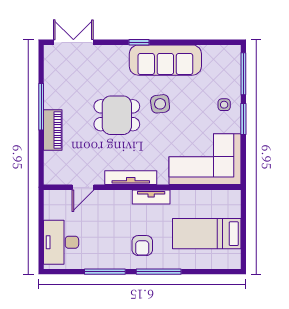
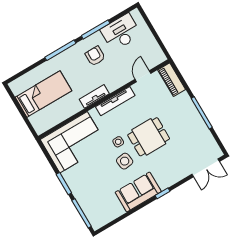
sofa: (165, 60) -> (138, 192), width x0.73
side table: (224, 105) -> (118, 142), moved
piano: (53, 130) -> (172, 80), moved
desk: (61, 242) -> (121, 32), moved, turned -90
armchair: (142, 246) -> (95, 56), moved

